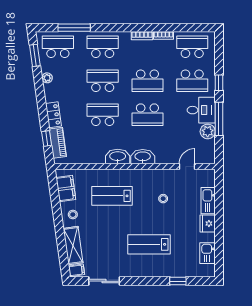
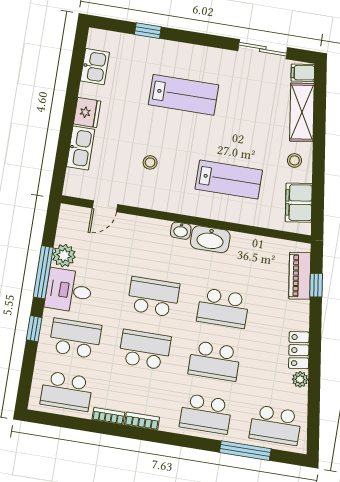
window: (35, 55) -> (313, 417), removed
locker: (53, 115) -> (299, 350), moved
washbasin: (143, 157) -> (181, 231), width x0.52, depth x0.69

